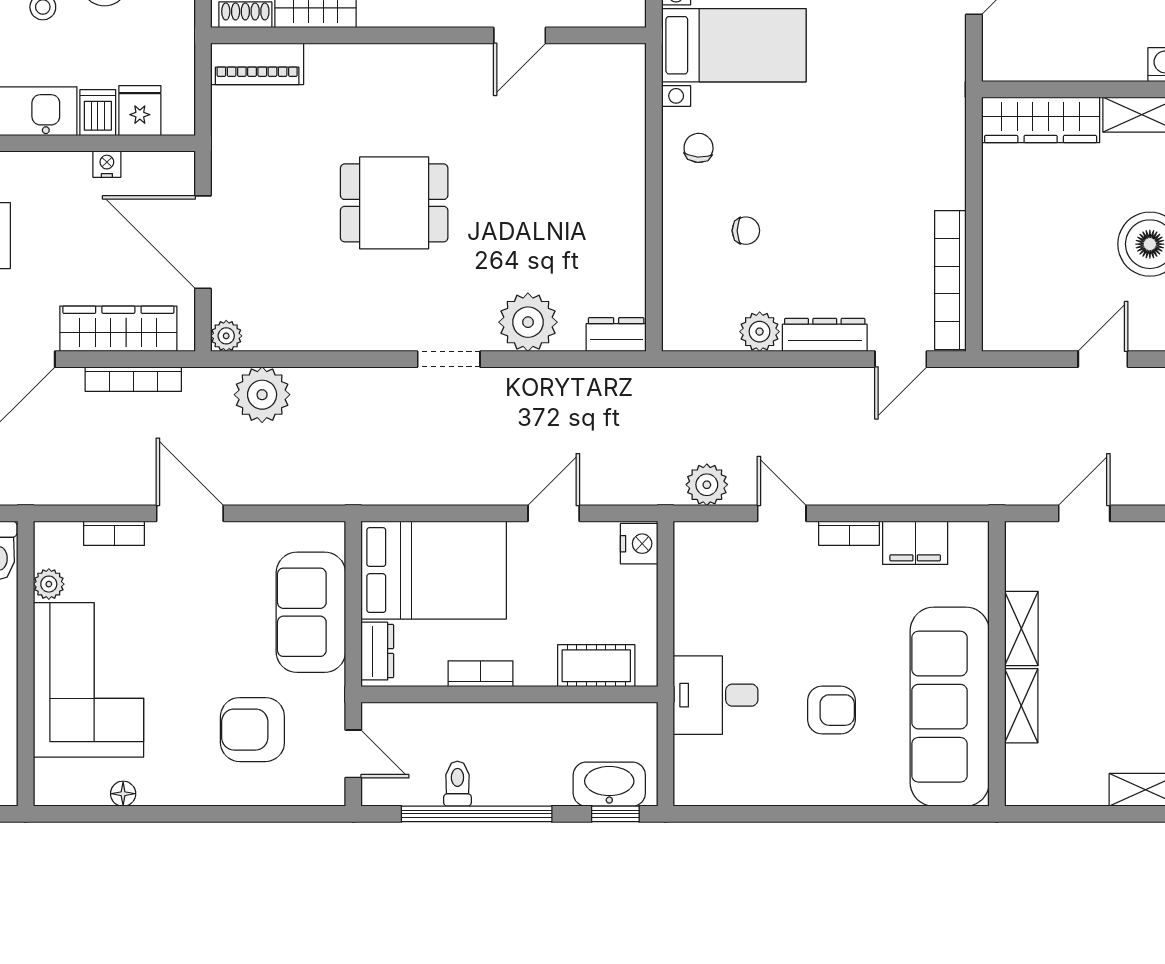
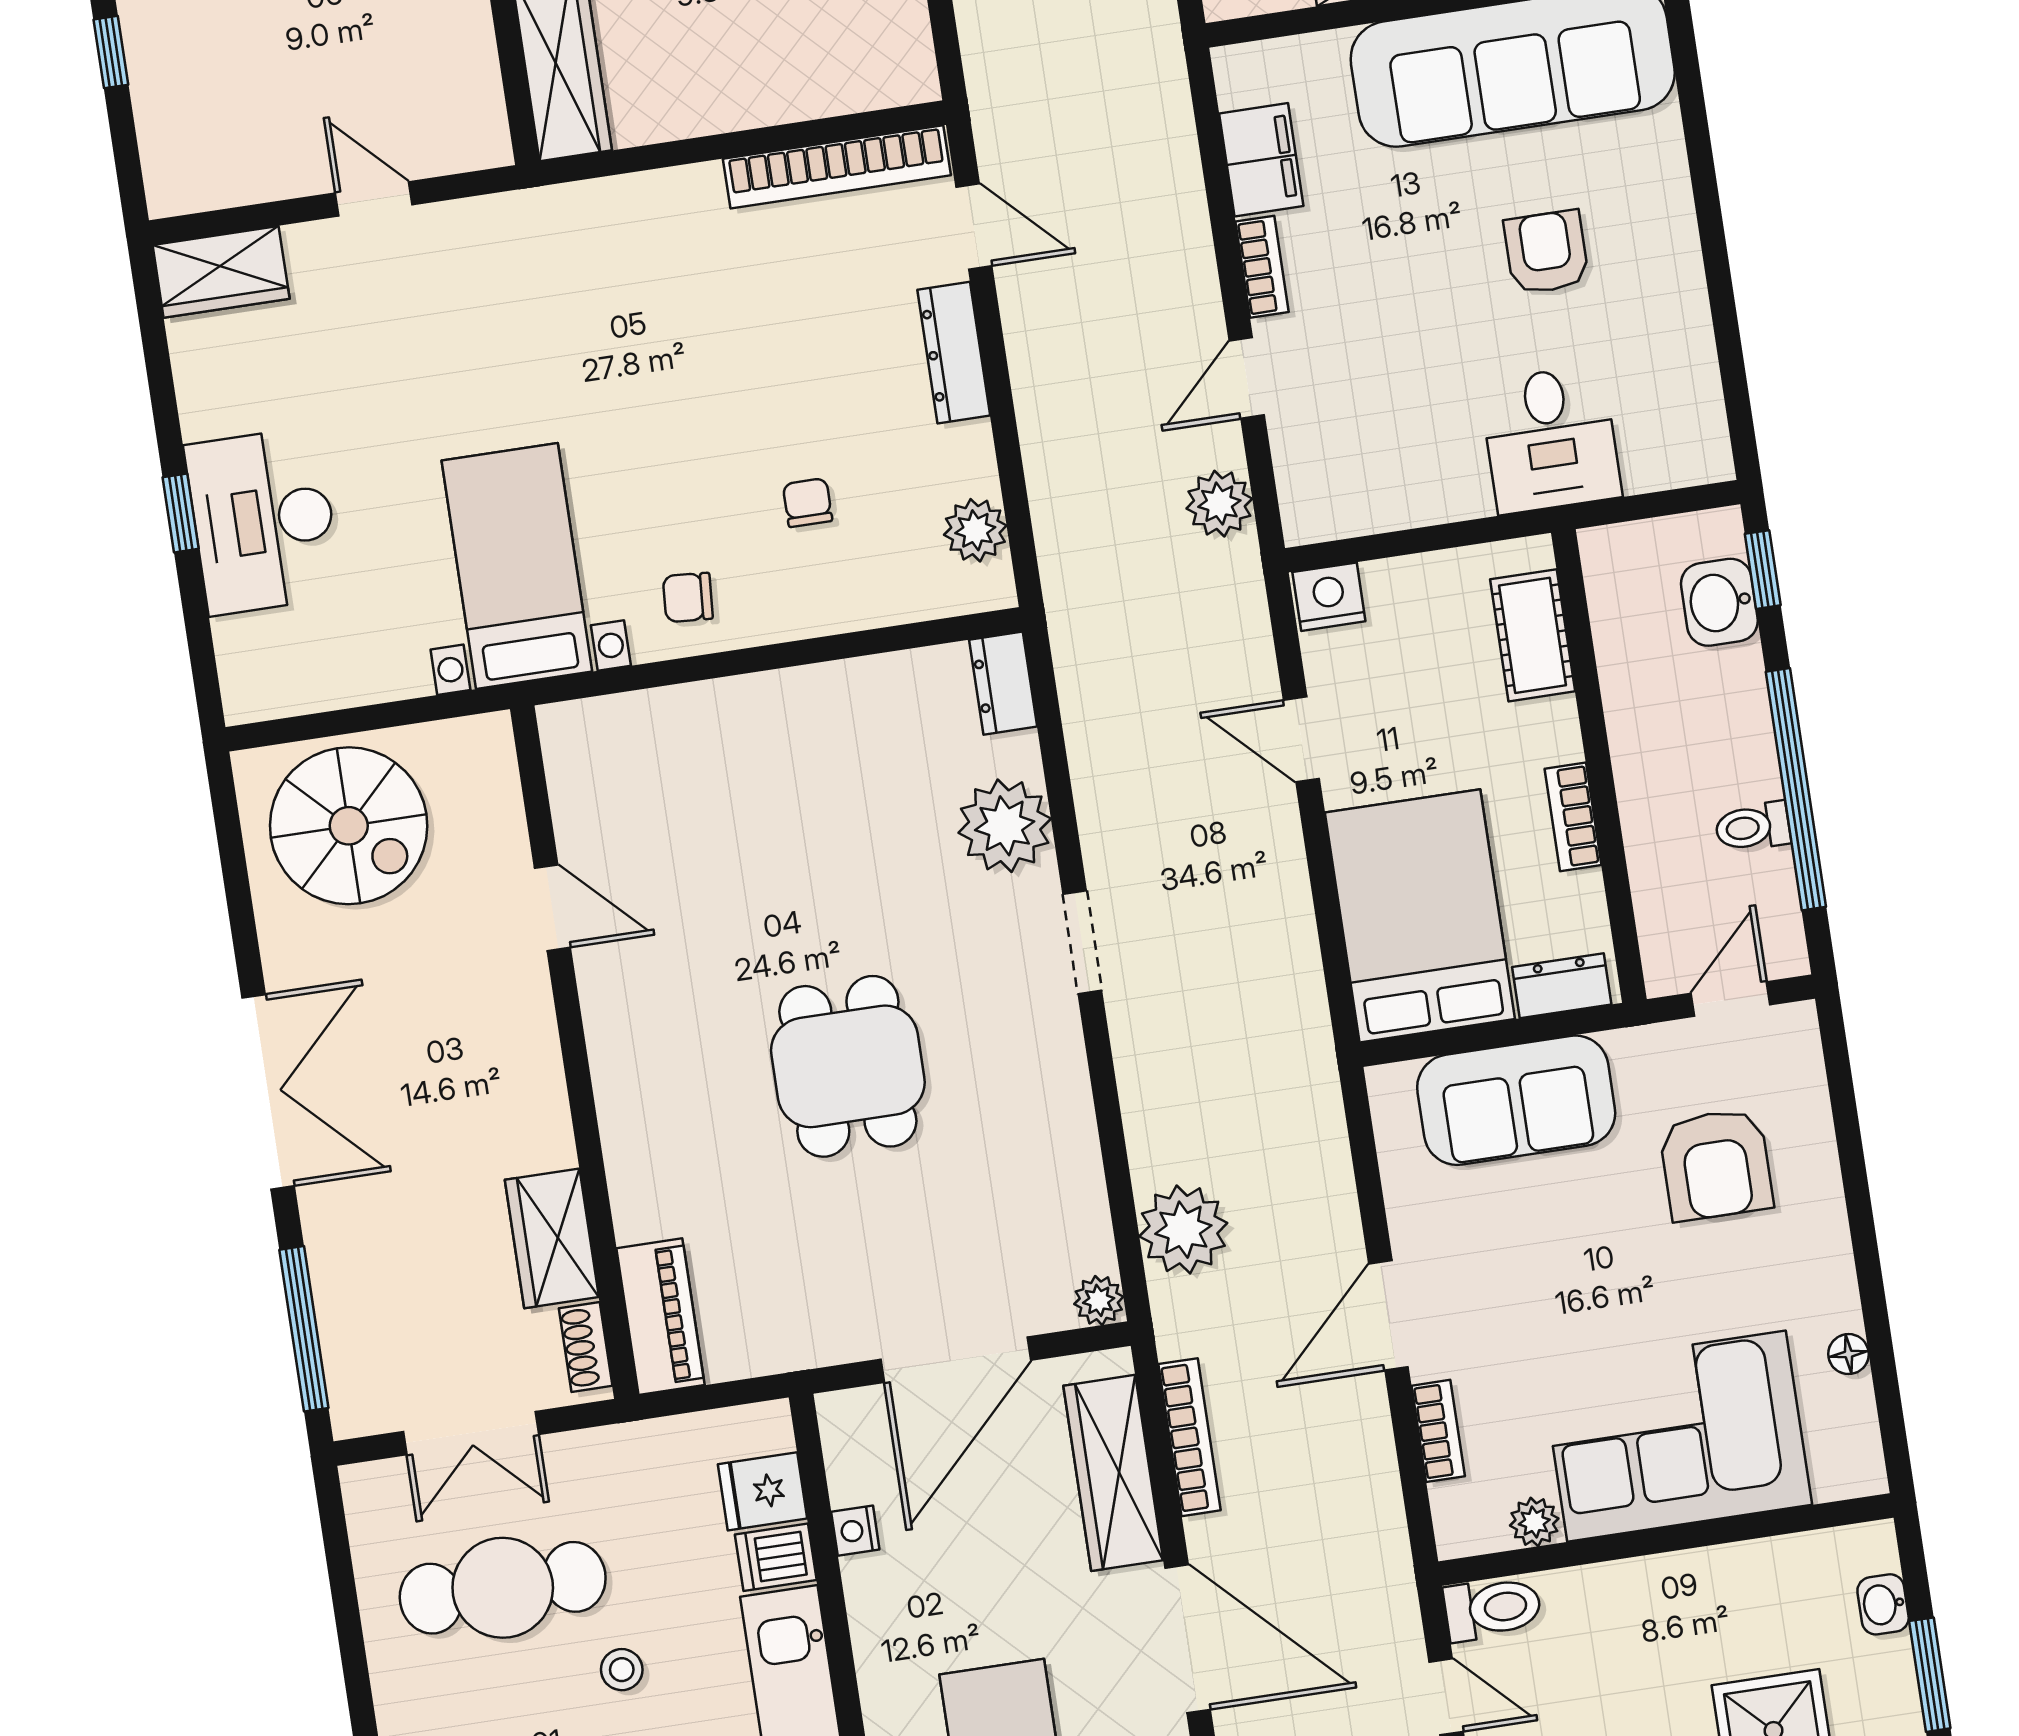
plant: (760, 332) -> (975, 530), moved
washbasin: (609, 784) -> (1719, 602), width x0.72

